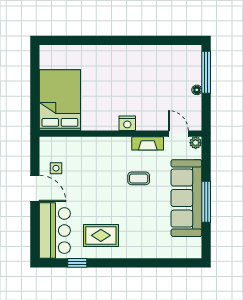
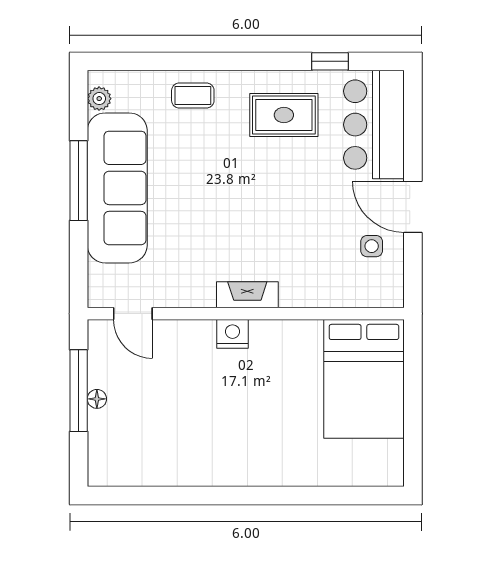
window: (206, 72) -> (79, 391), moved
fireplace: (148, 143) -> (247, 295), moved
plant: (196, 143) -> (99, 99), moved
coffee table: (139, 178) -> (193, 96), moved

